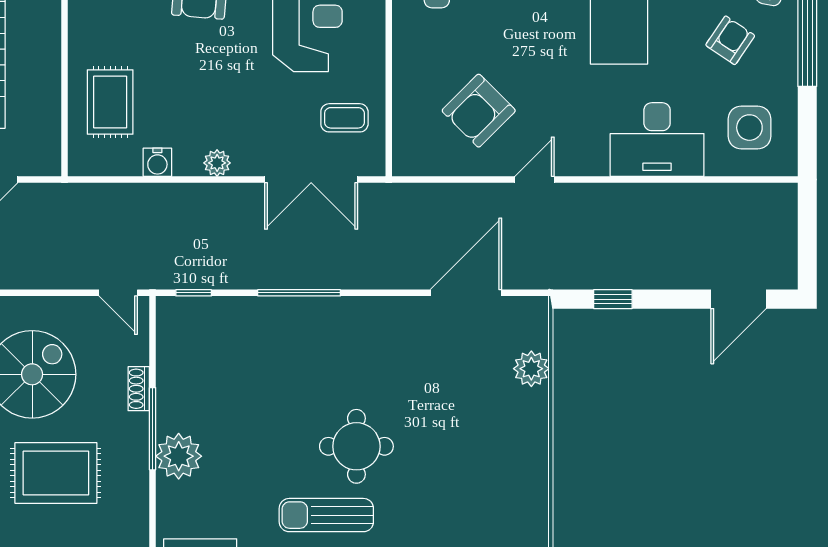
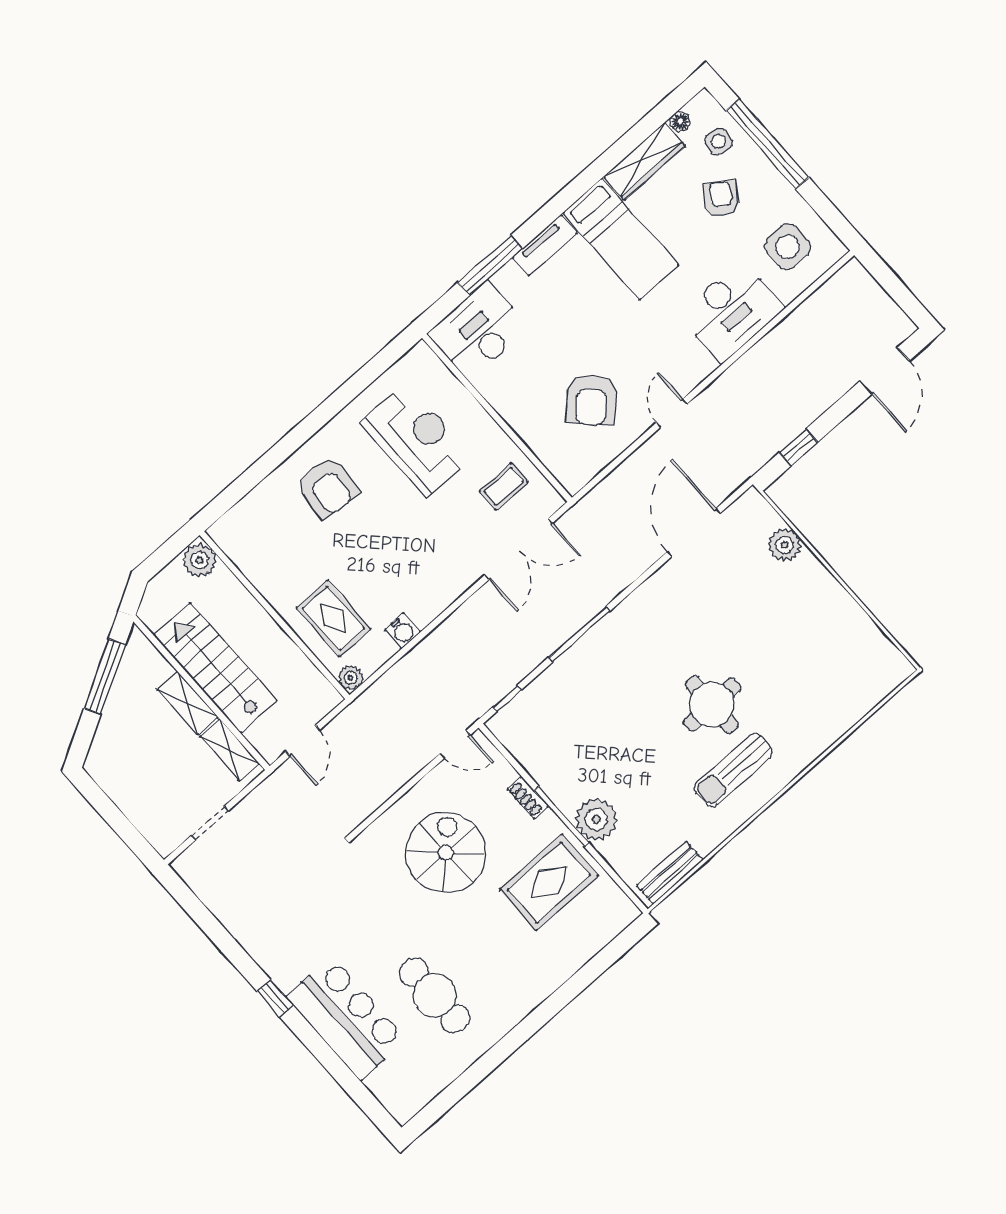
plant: (217, 163) -> (351, 678), moved
rug: (56, 473) -> (549, 882), moved

